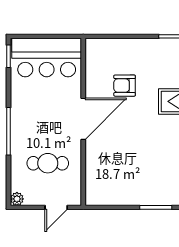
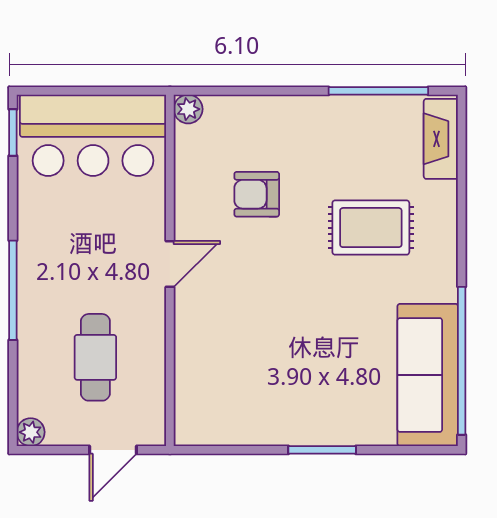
plant: (92, 45) -> (188, 109), added
door: (83, 119) -> (170, 264), width x0.53
cafe table: (48, 163) -> (95, 357), turned 90

